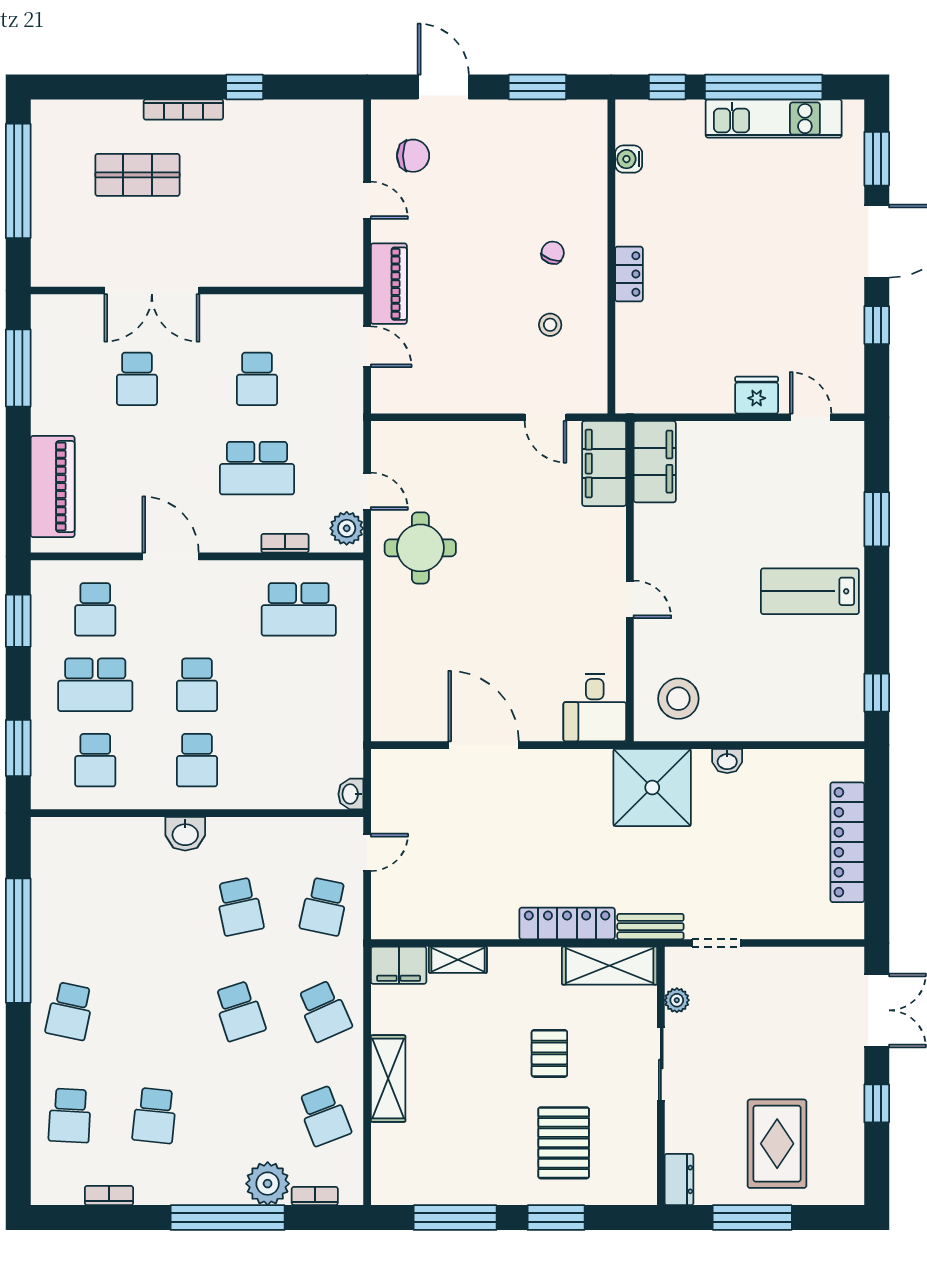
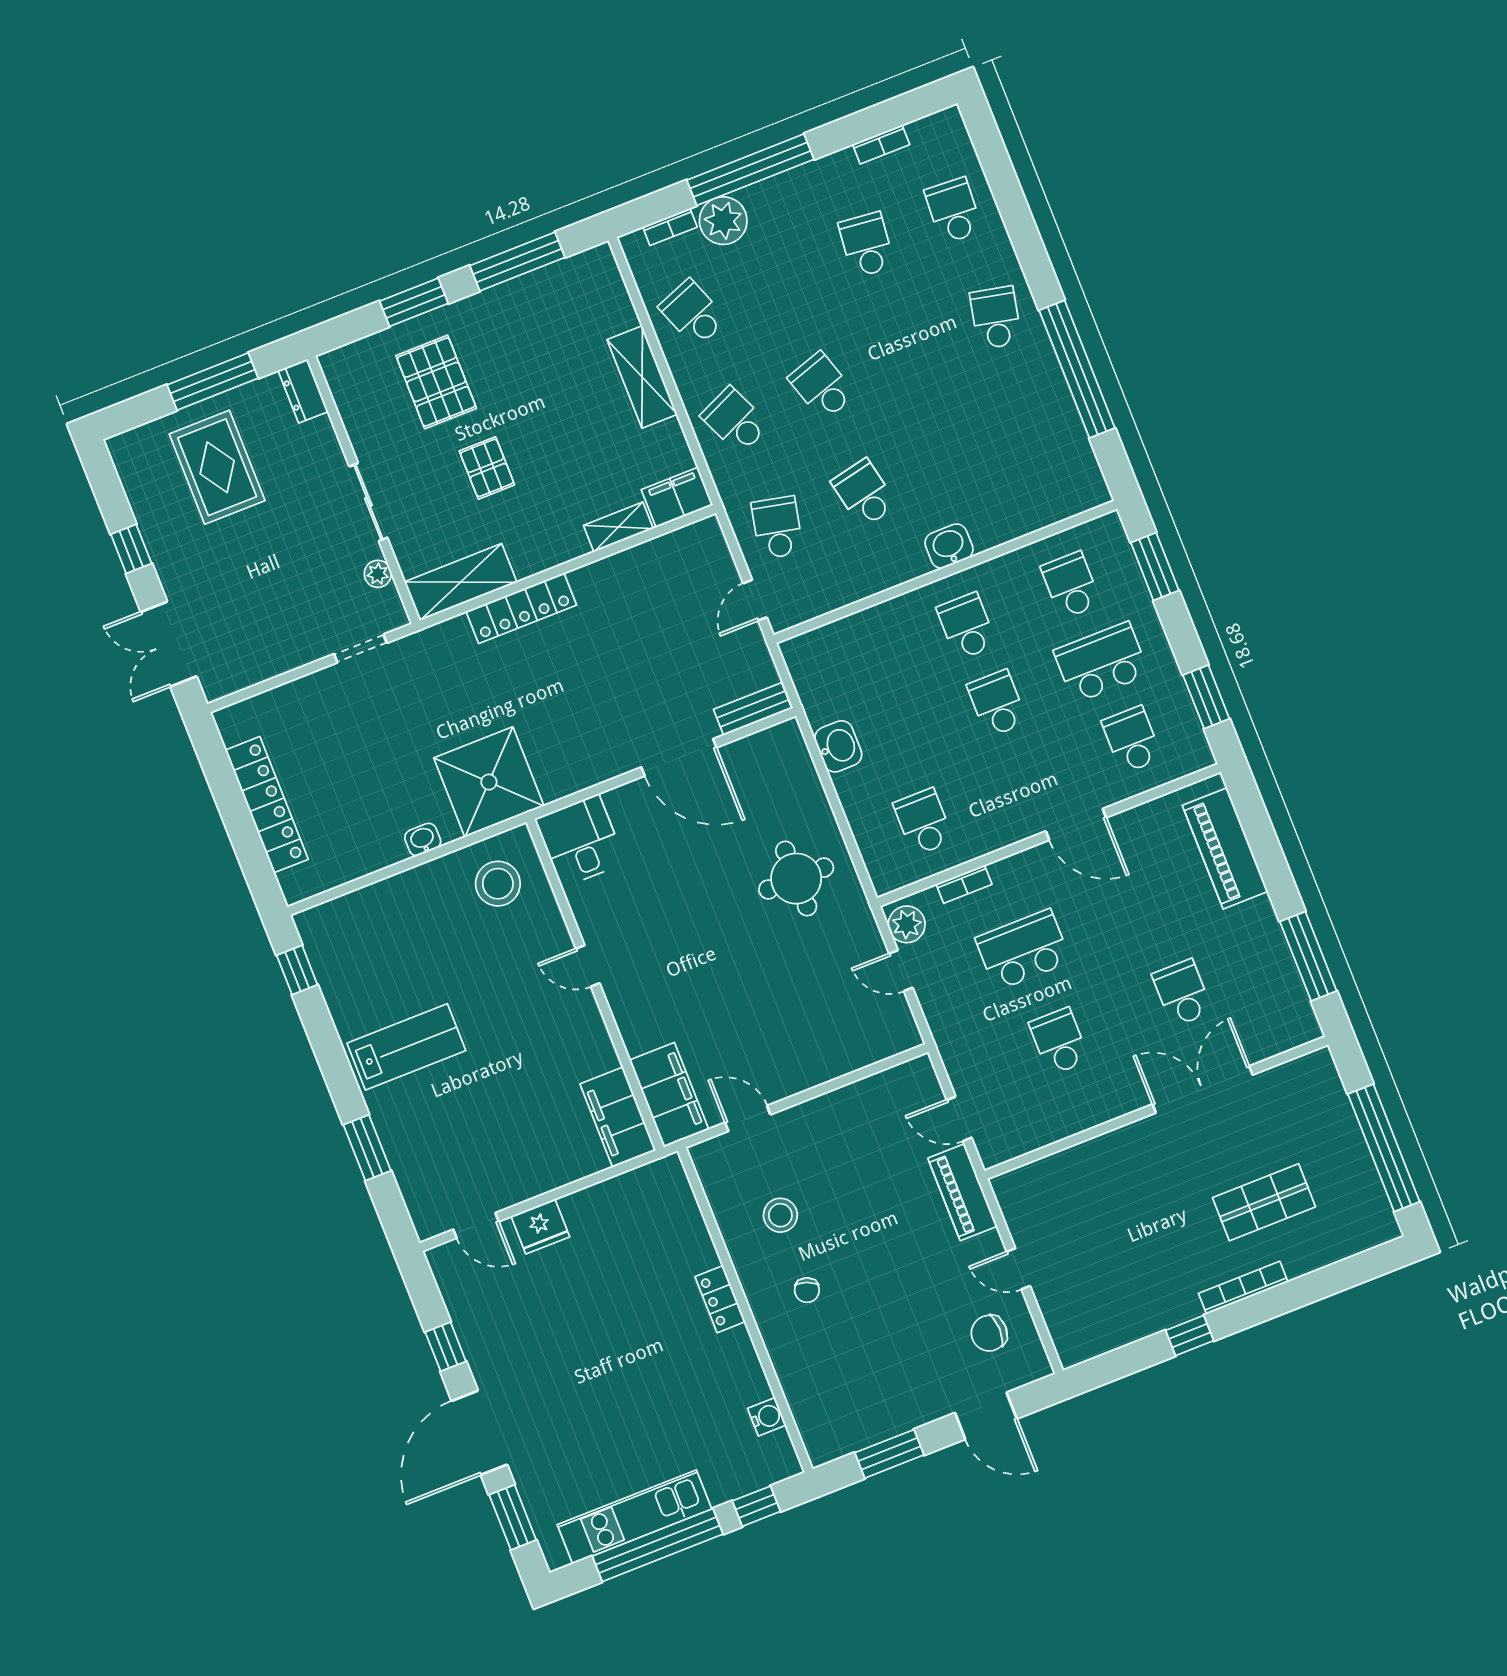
stool: (550, 325) -> (780, 1215), width x1.37, depth x1.37
round table: (420, 548) -> (796, 879), moved
school desk: (299, 609) -> (923, 822), width x0.54
washbasin: (351, 794) -> (838, 746), moved, width x1.38, depth x1.45
bench: (650, 927) -> (753, 709), moved

